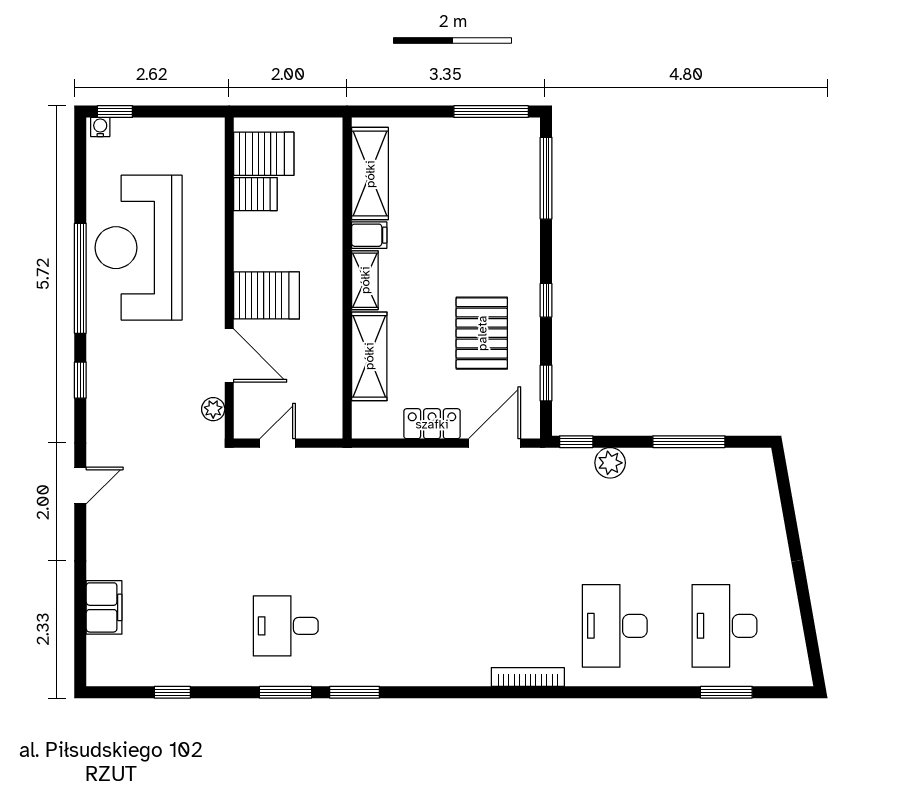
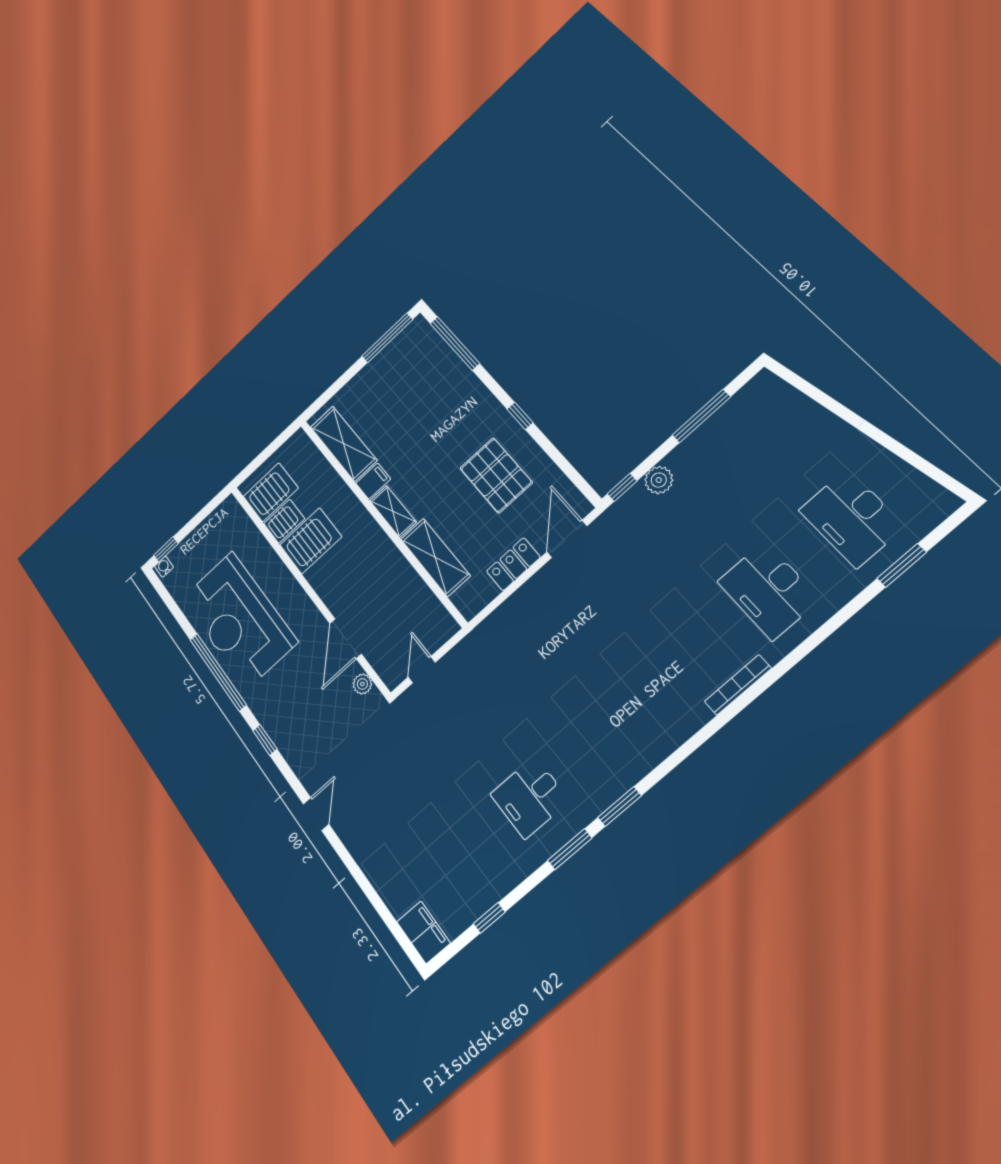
server rack: (267, 295) -> (311, 541), moved
door: (229, 356) -> (346, 639), swing flipped
window: (546, 383) -> (567, 468), removed
filing cabinet: (104, 607) -> (423, 932), moved

